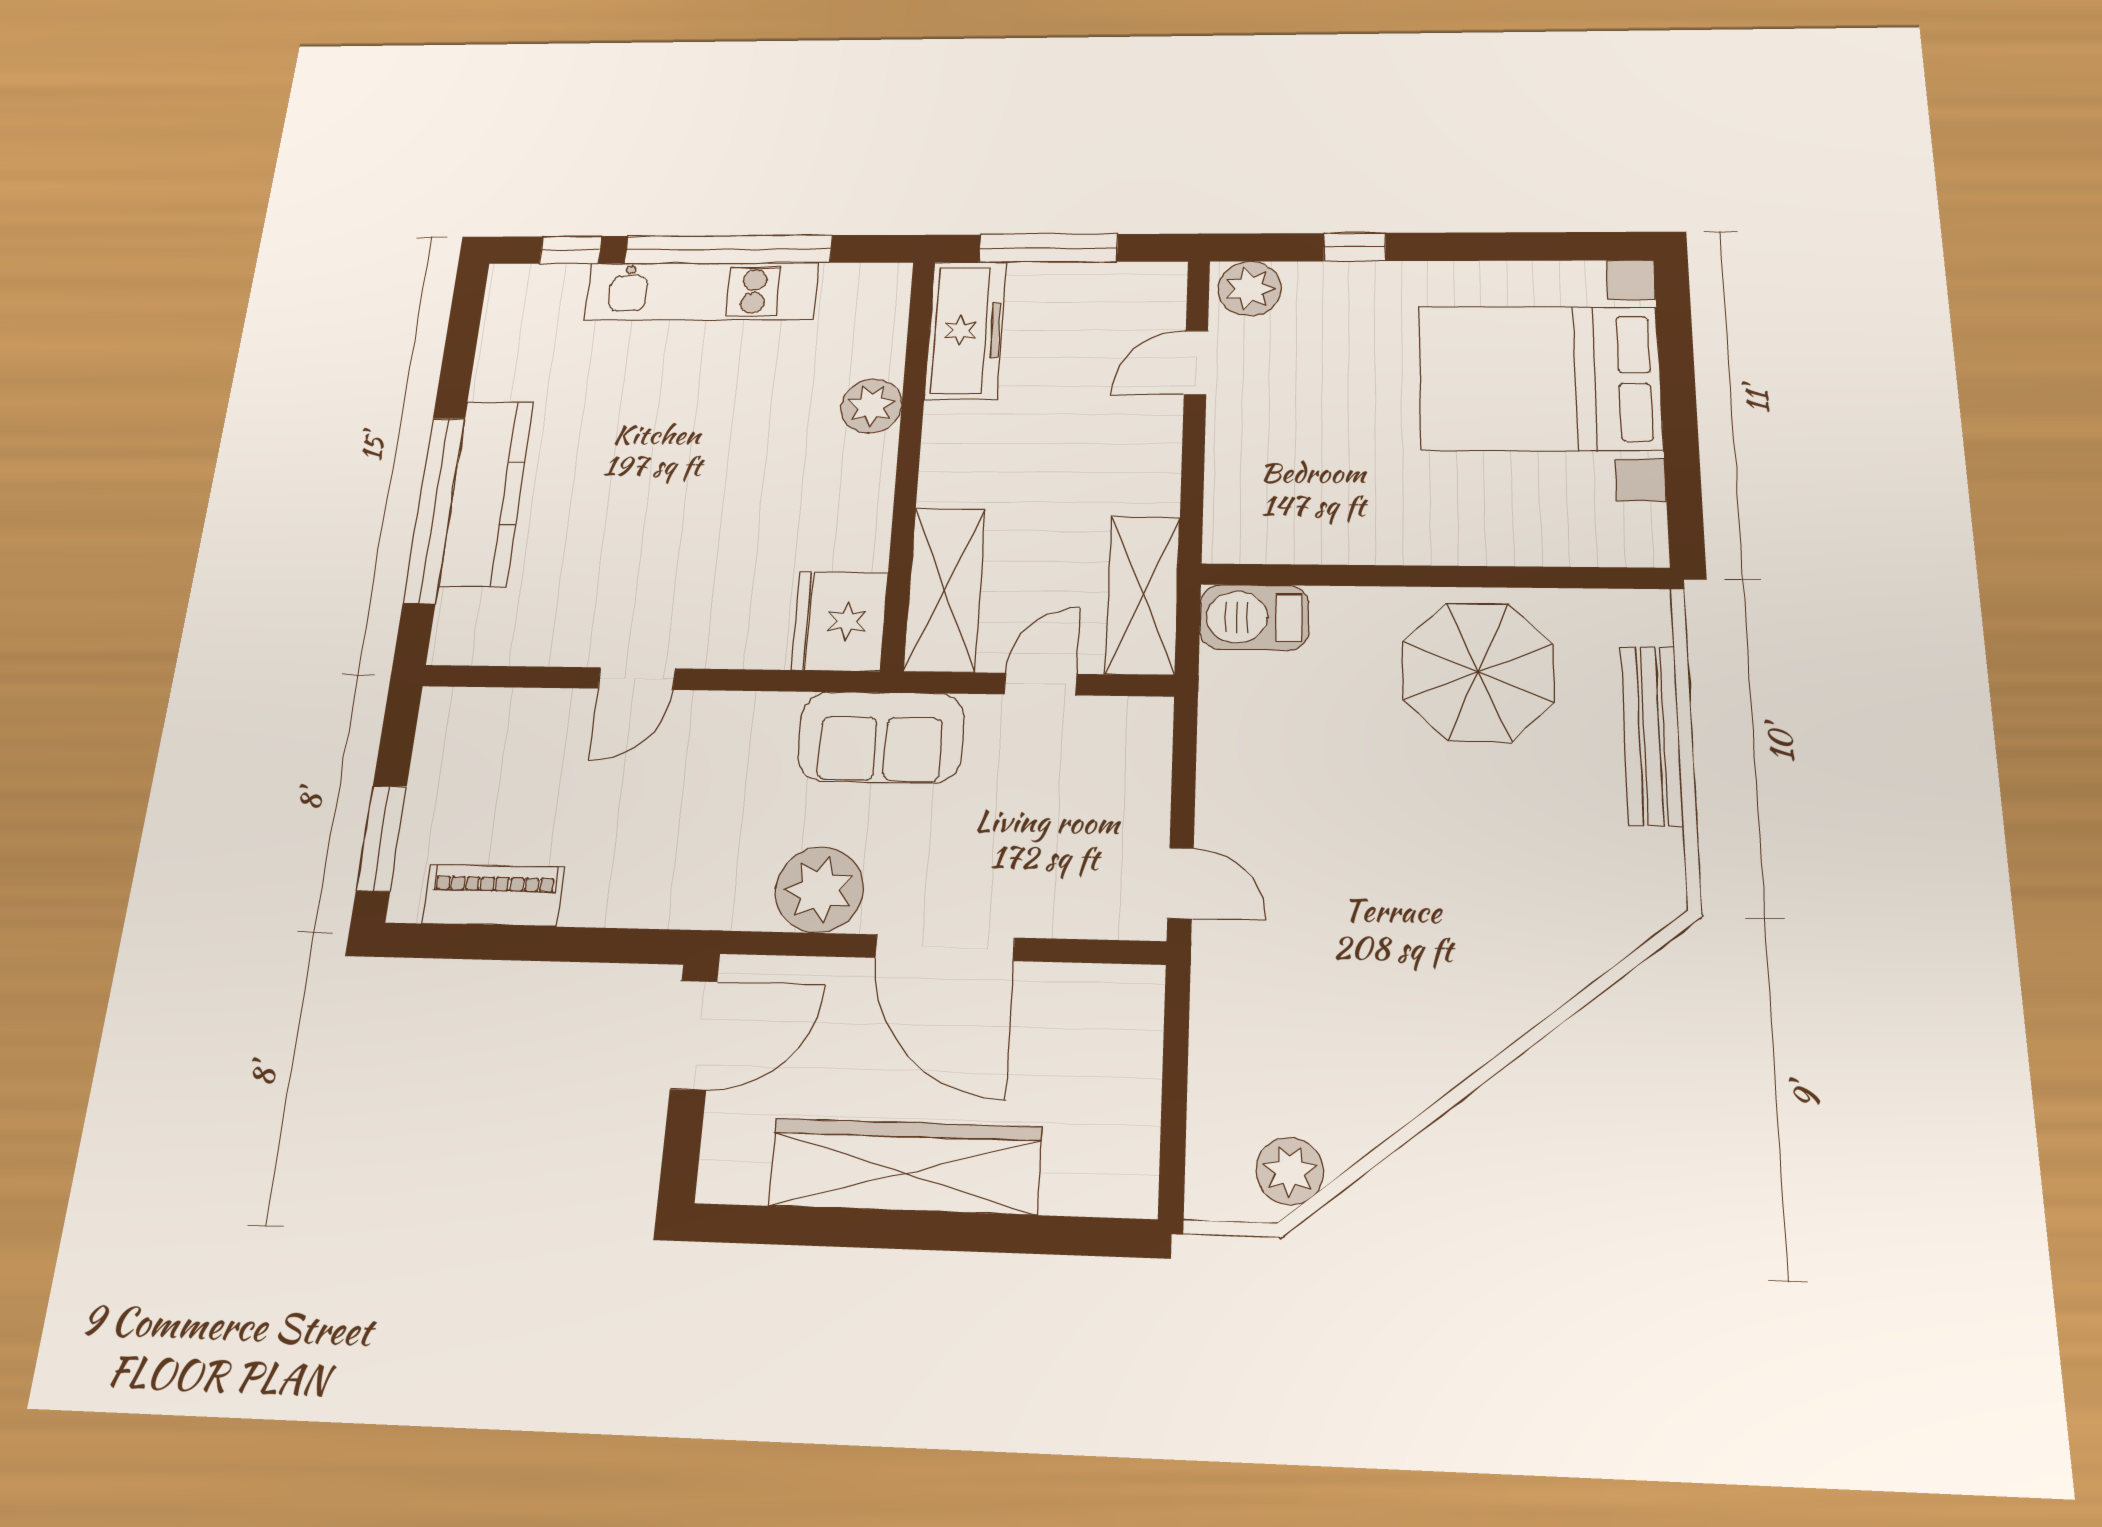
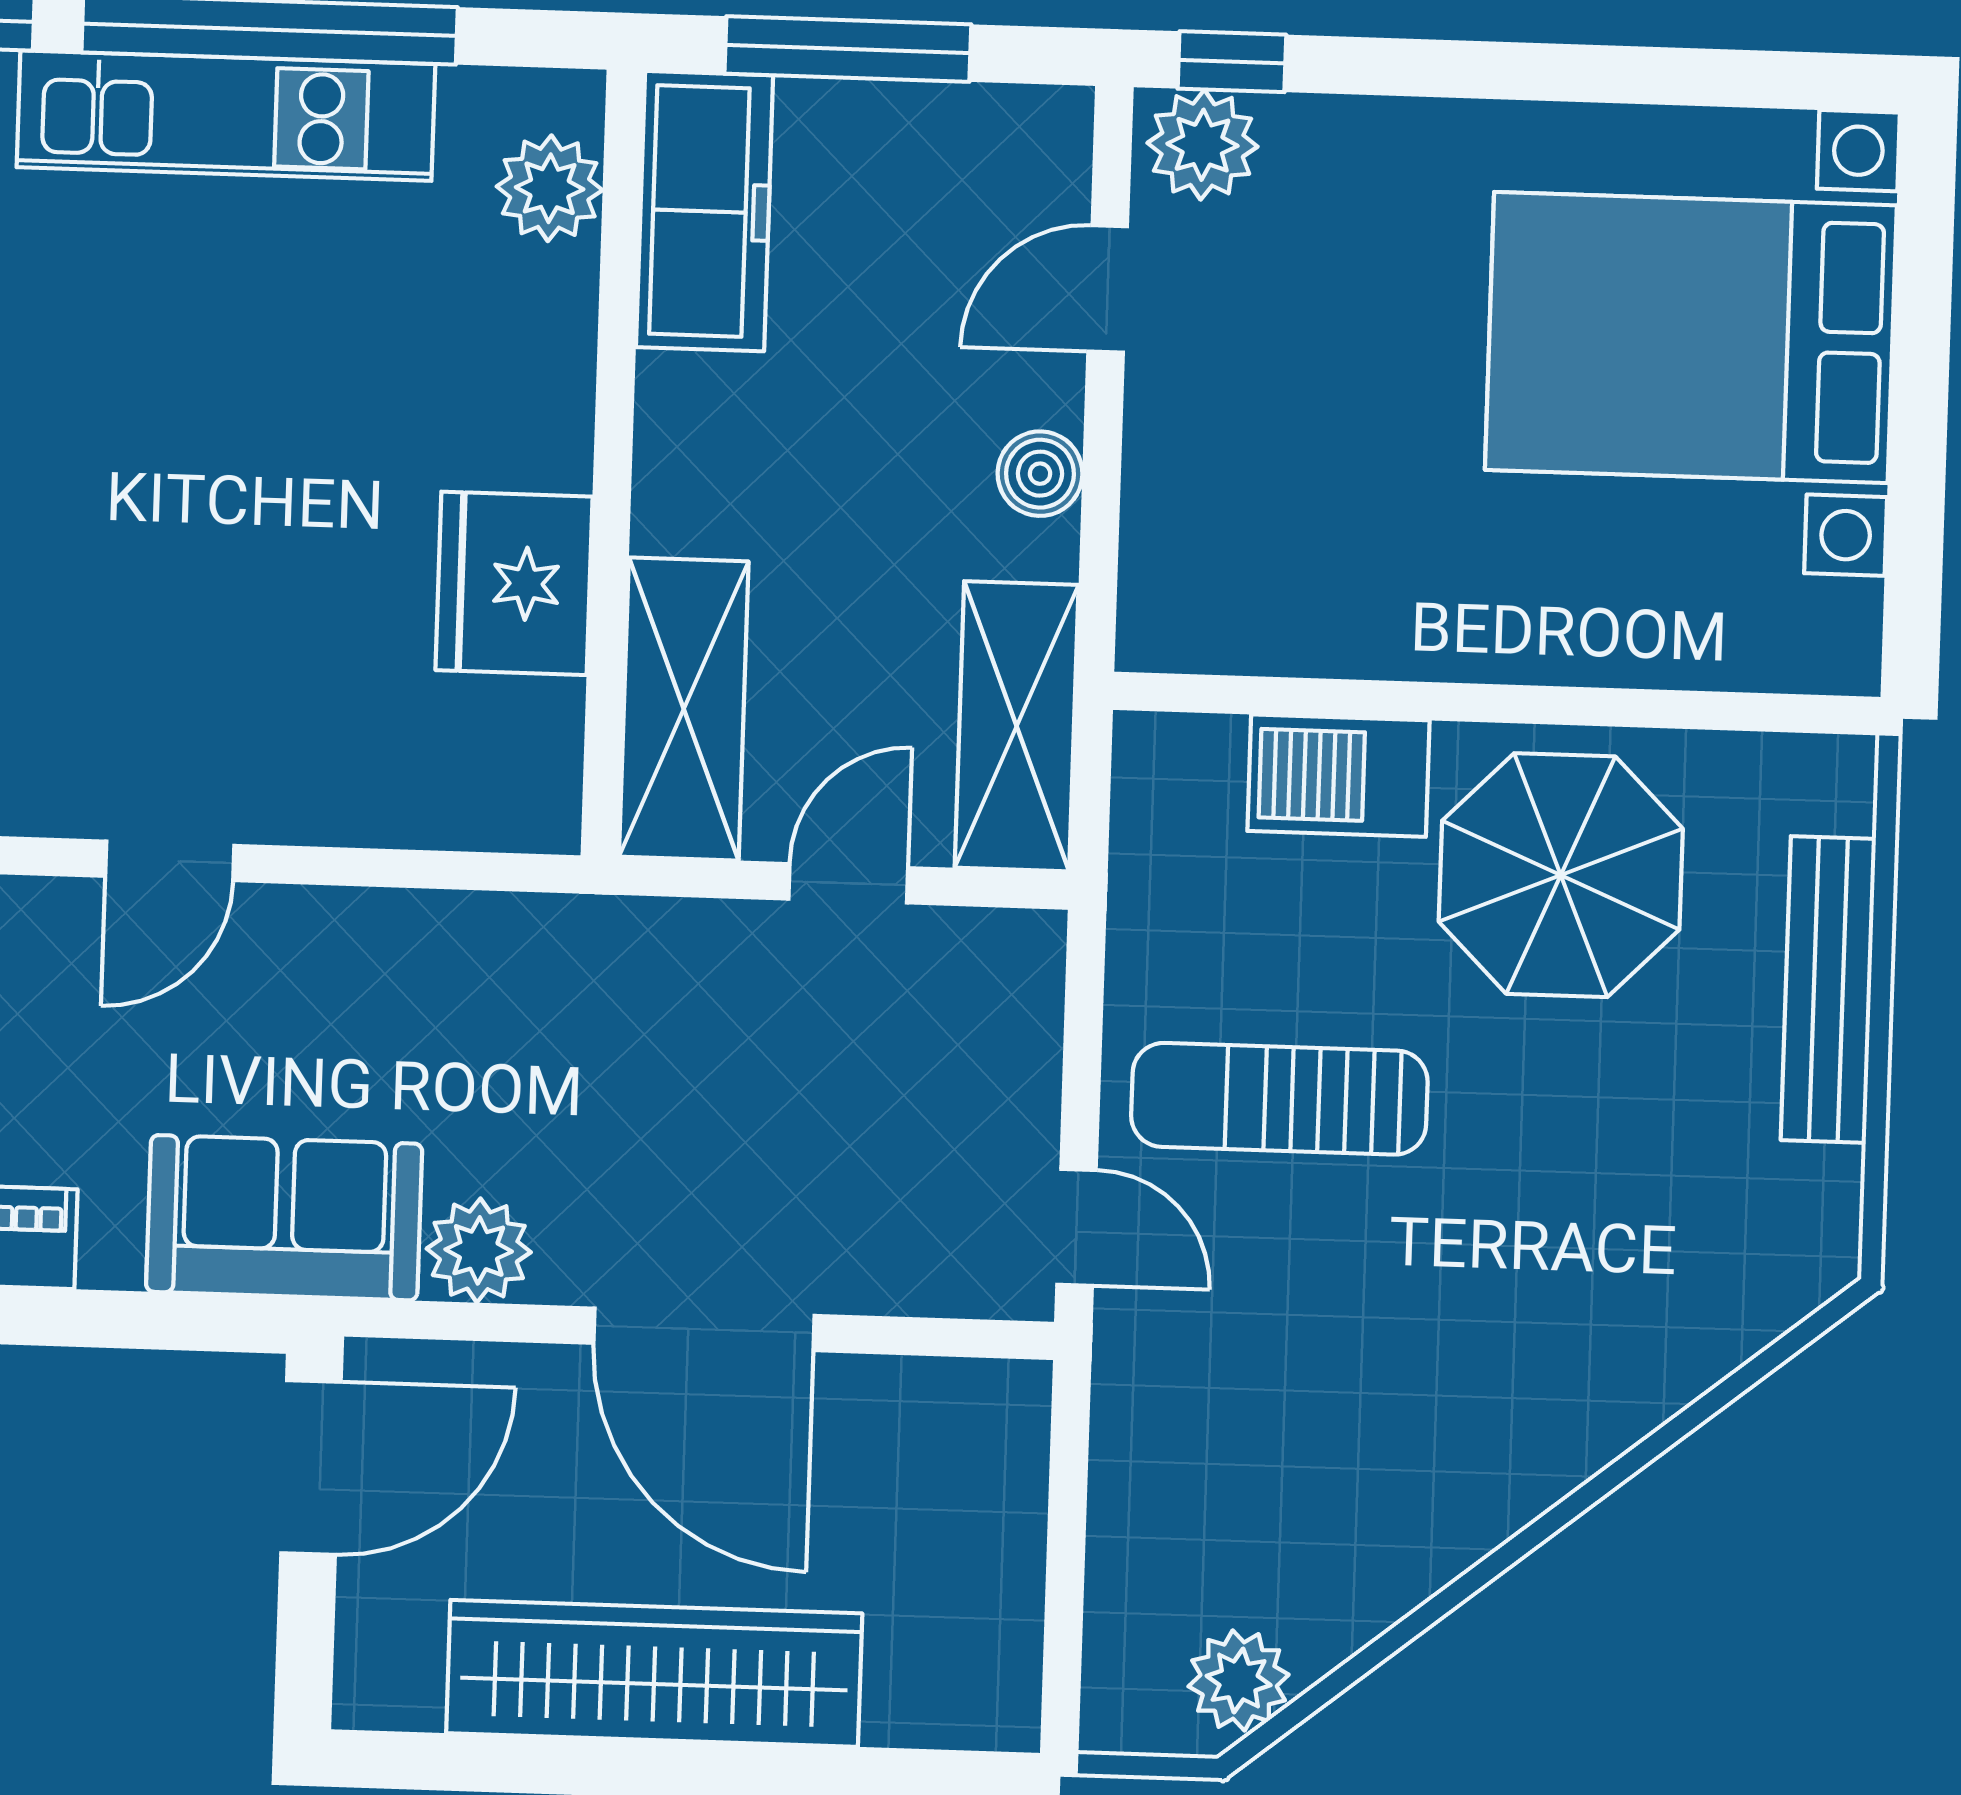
window: (1355, 247) -> (1232, 62), moved
plant: (871, 406) -> (550, 188), moved
boiler: (1157, 459) -> (1040, 474), added
barbecue: (1254, 617) -> (1339, 776), moved
fridge: (840, 621) -> (514, 583), moved
sofa: (881, 737) -> (284, 1218), moved, turned 180
sun lounger: (1307, 805) -> (1279, 1099), added
plant: (819, 890) -> (479, 1250), width x0.73, depth x0.73

